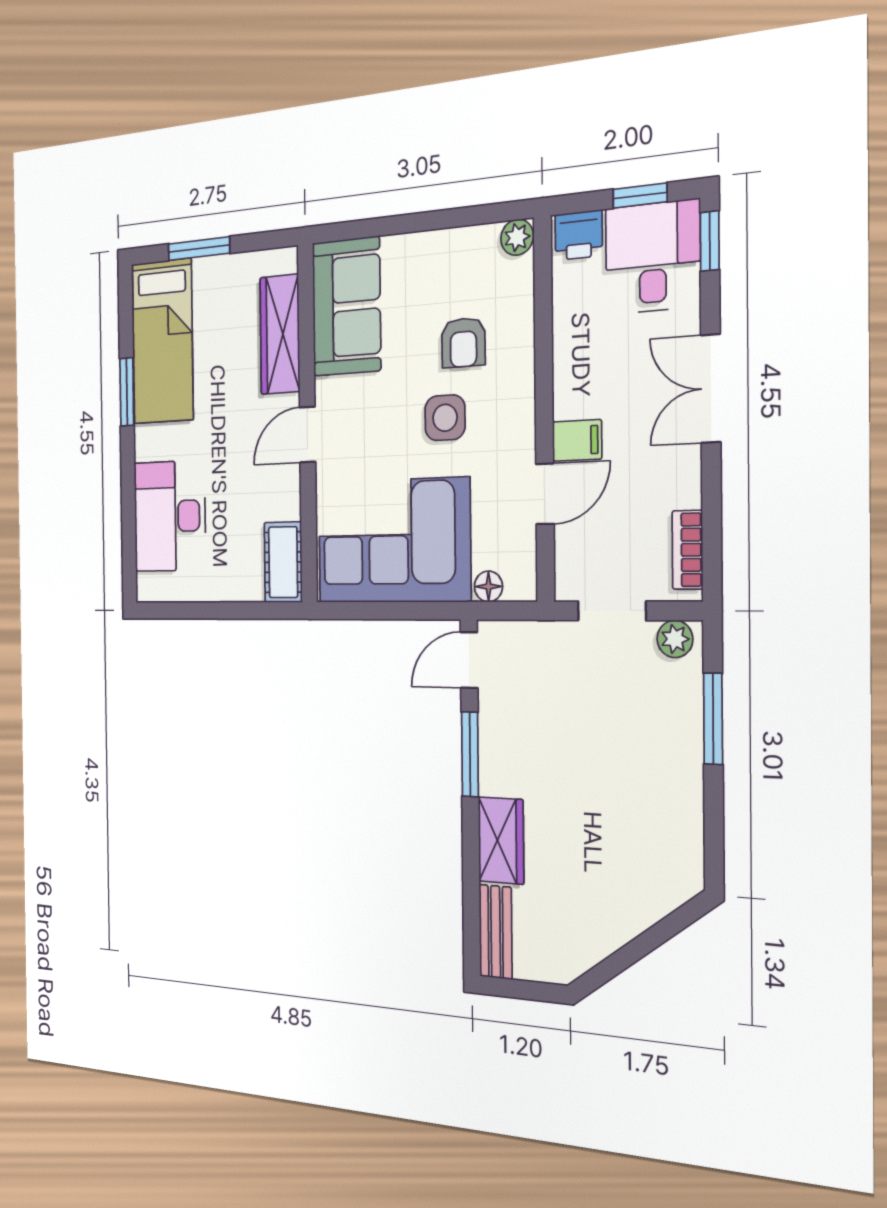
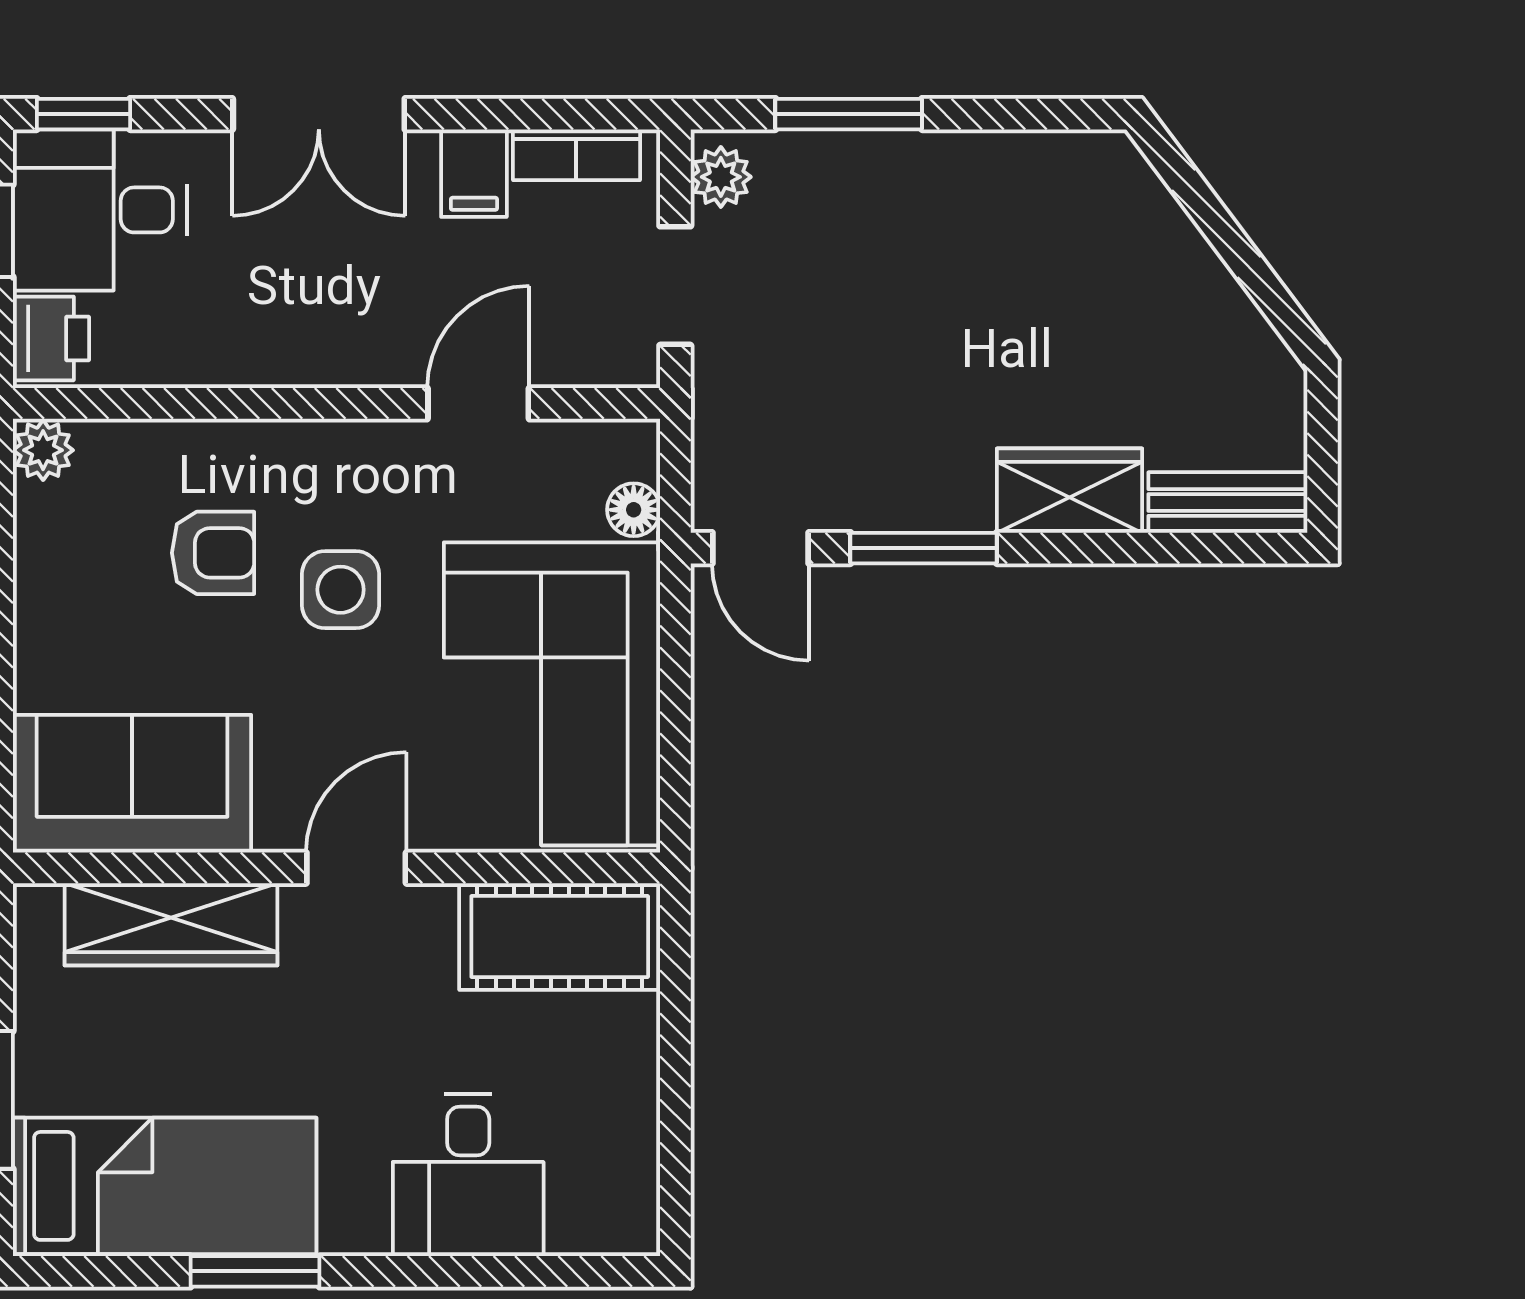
door: (308, 435) -> (356, 868), swing flipped
filing cabinet: (577, 440) -> (474, 173), moved, turned 180
door: (545, 494) -> (478, 403), hinge flipped
desk: (170, 516) -> (468, 1175), width x0.73
cot: (283, 562) -> (560, 937), width x1.37, depth x1.34

